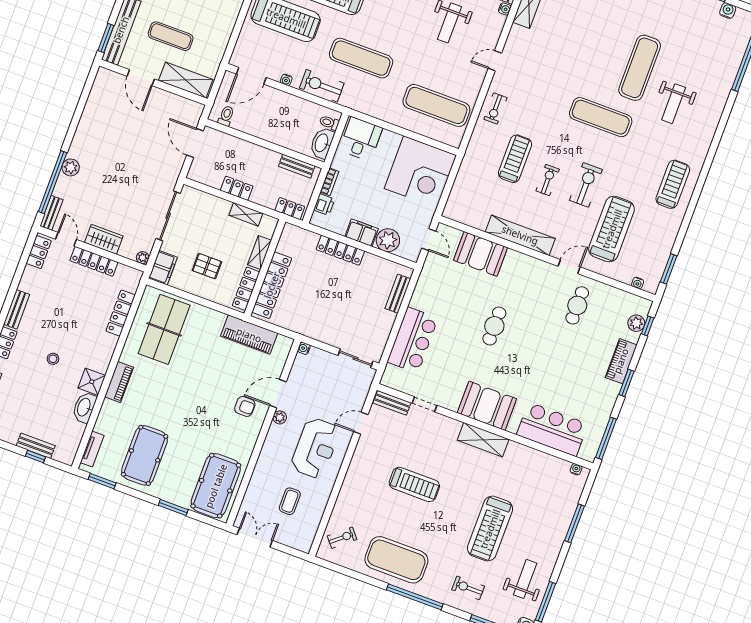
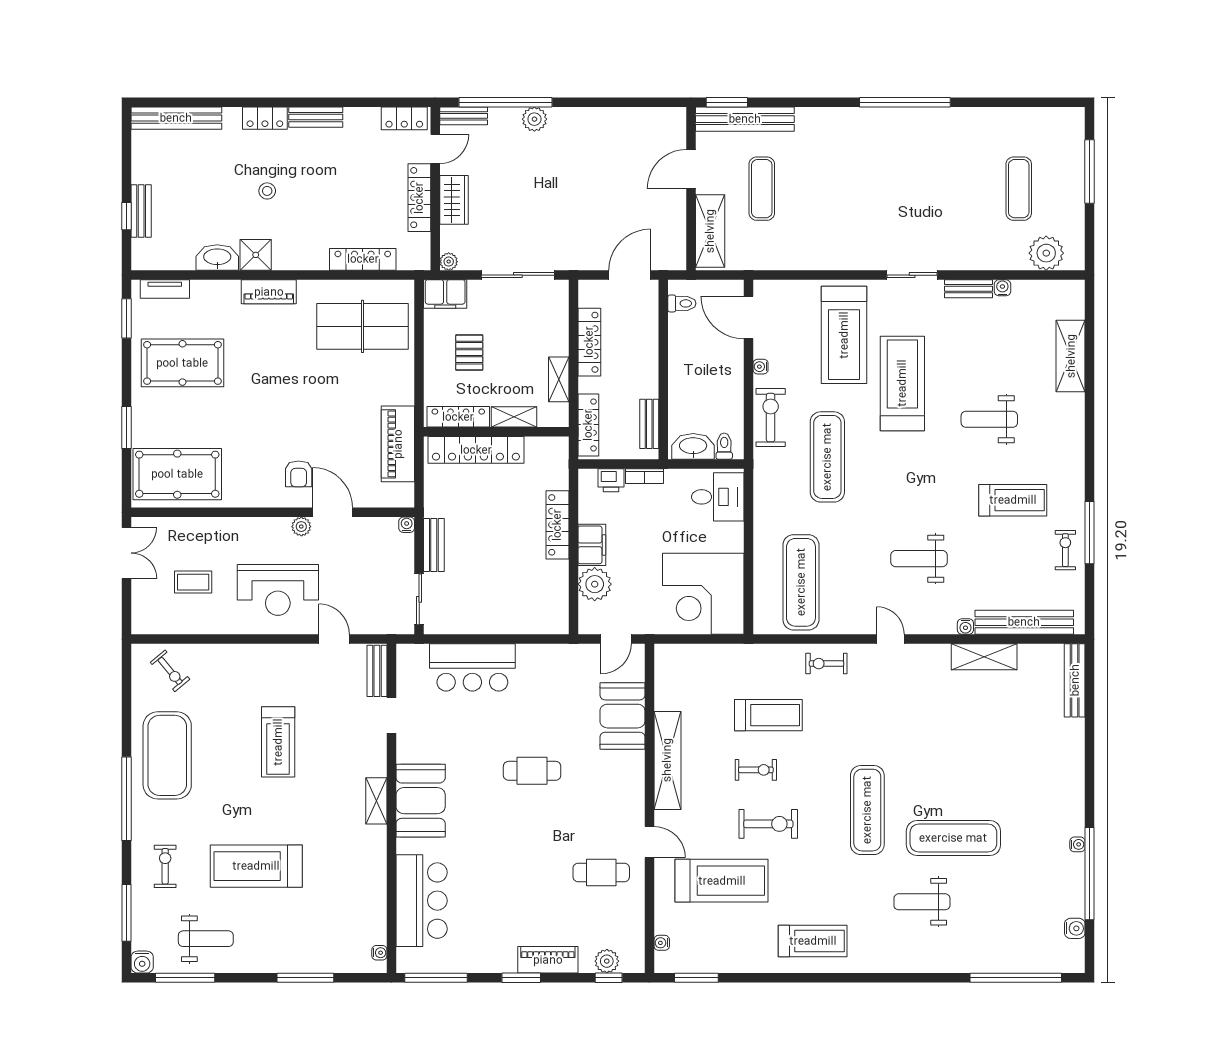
locker: (237, 188) -> (589, 342), width x1.53
locker: (290, 209) -> (588, 425), width x1.53
bench: (398, 294) -> (434, 545), moved, turned 90
shelving: (483, 440) -> (376, 801), width x0.67, depth x0.75

